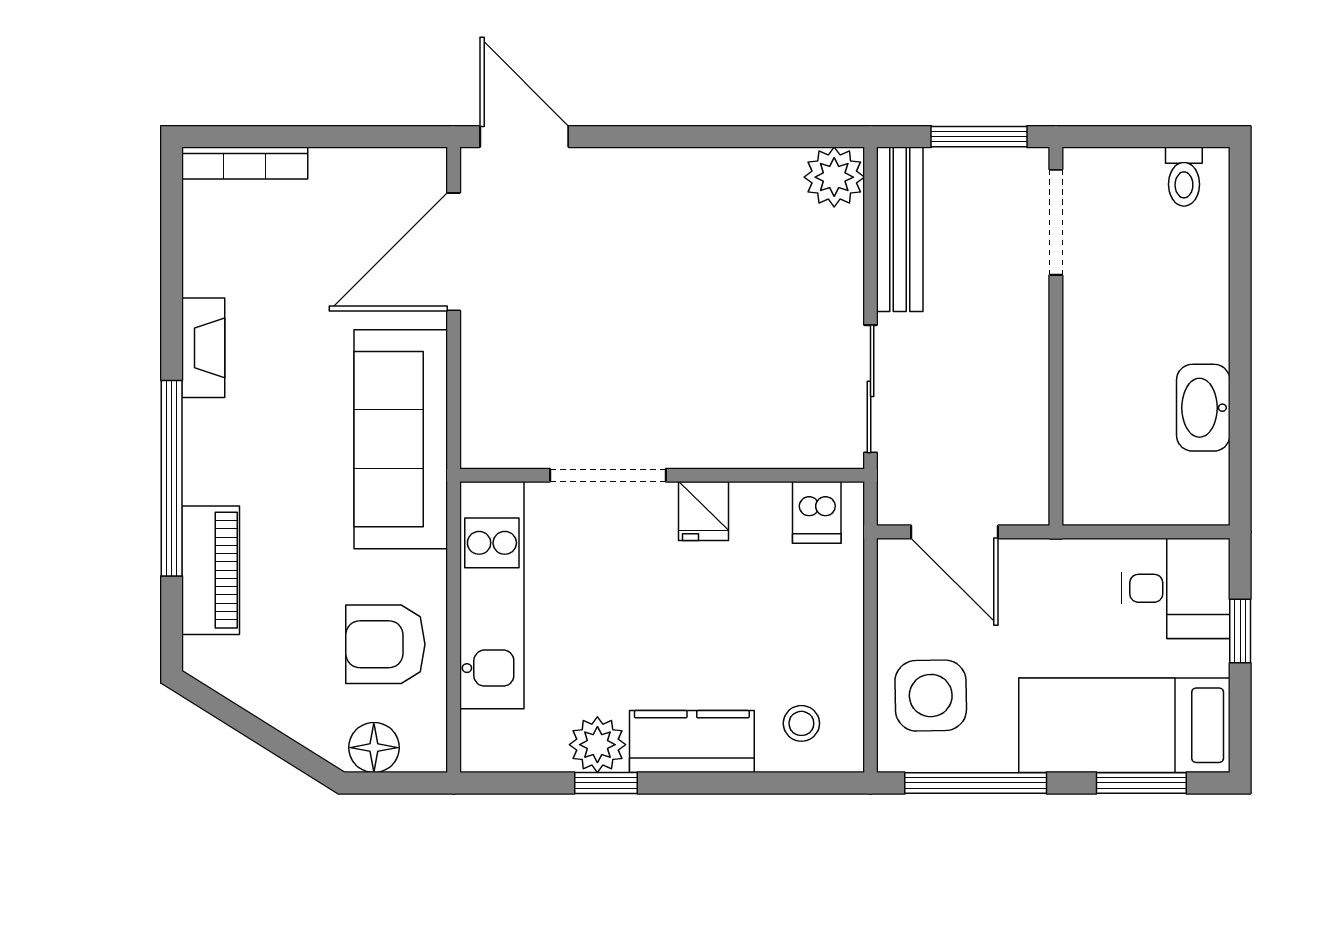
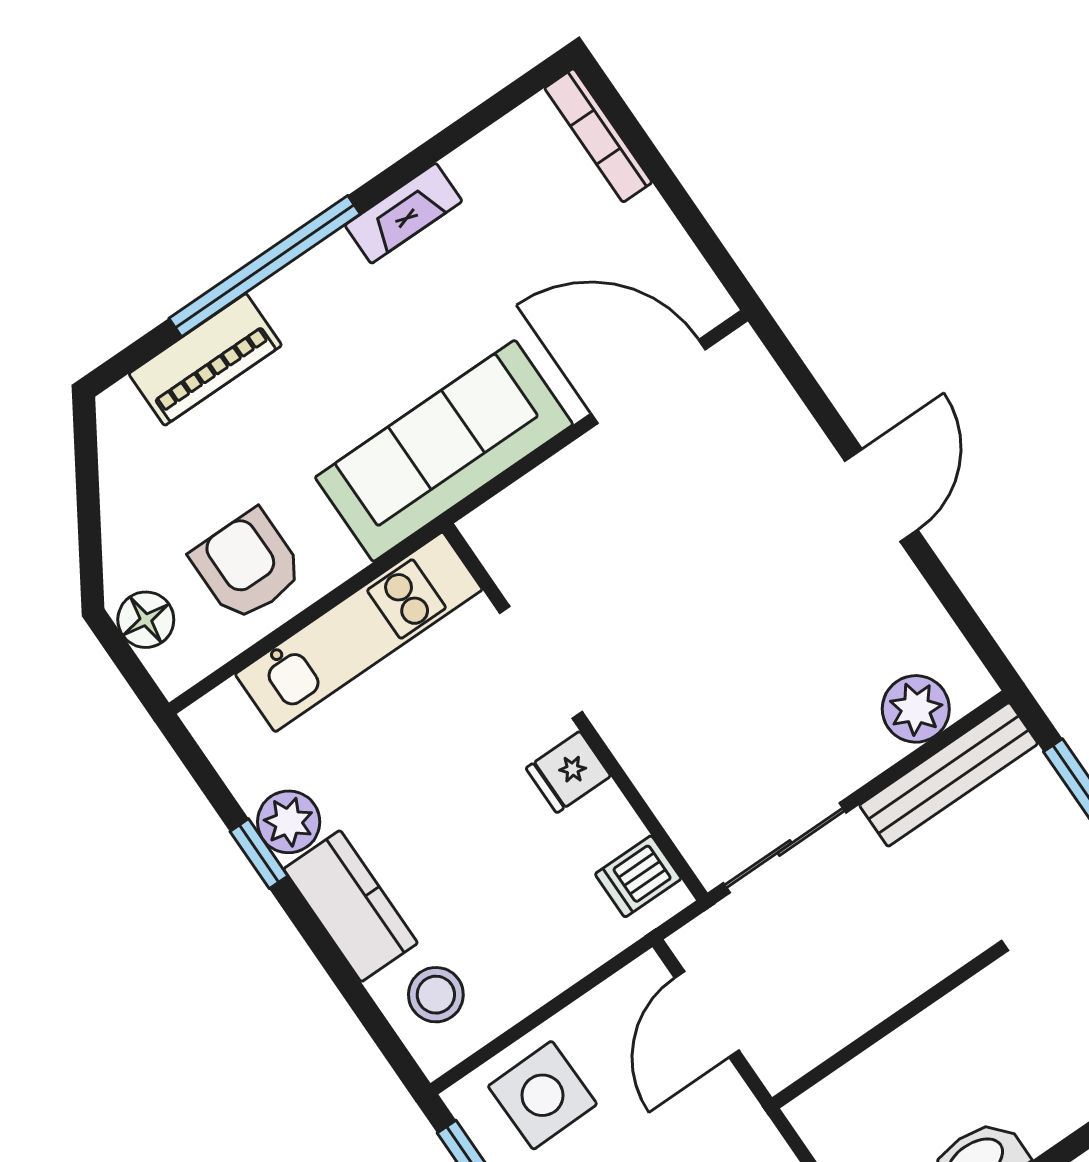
door: (524, 137) -> (881, 495), moved
plant: (834, 177) -> (916, 709), moved
stool: (801, 723) -> (436, 995), width x1.37, depth x1.37

